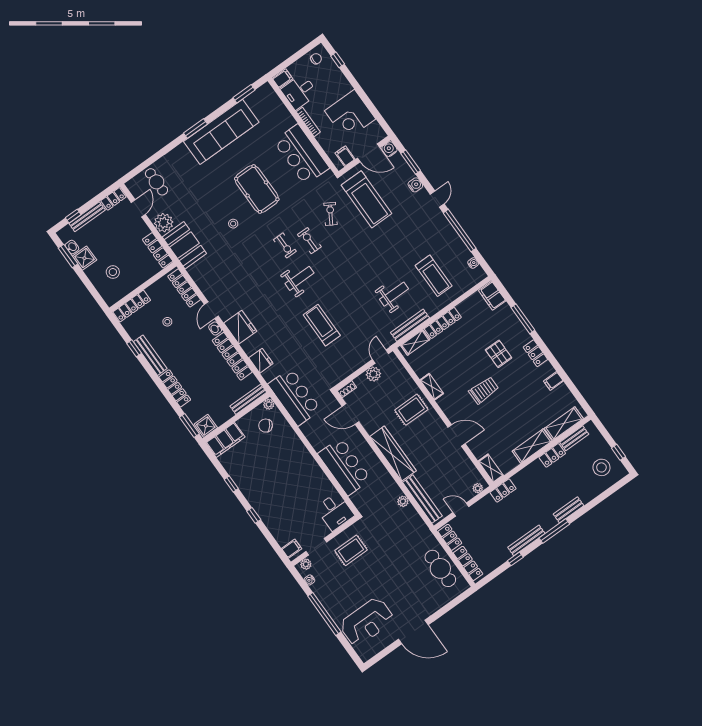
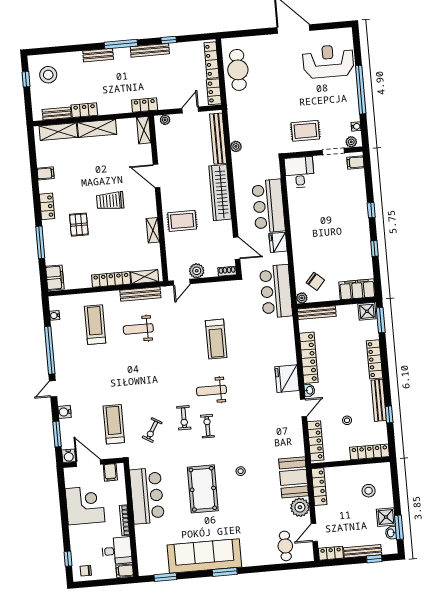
treadmill: (367, 199) -> (114, 424), width x0.73, depth x0.73
fridge: (261, 361) -> (278, 242), moved
door: (461, 510) -> (190, 110), swing flipped

